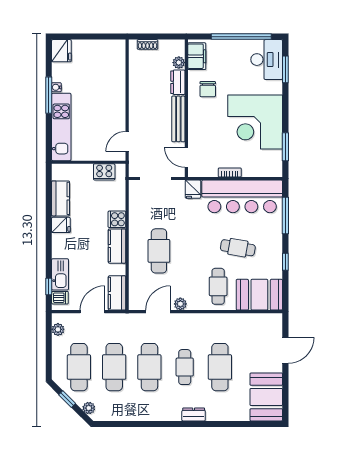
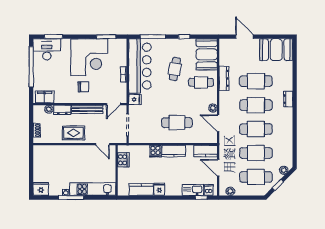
chair: (208, 89) -> (83, 87), moved
rug: (144, 99) -> (73, 133), added
dresser: (224, 320) -> (224, 78), added
cafe table: (185, 367) -> (256, 105), width x1.37, depth x1.35

